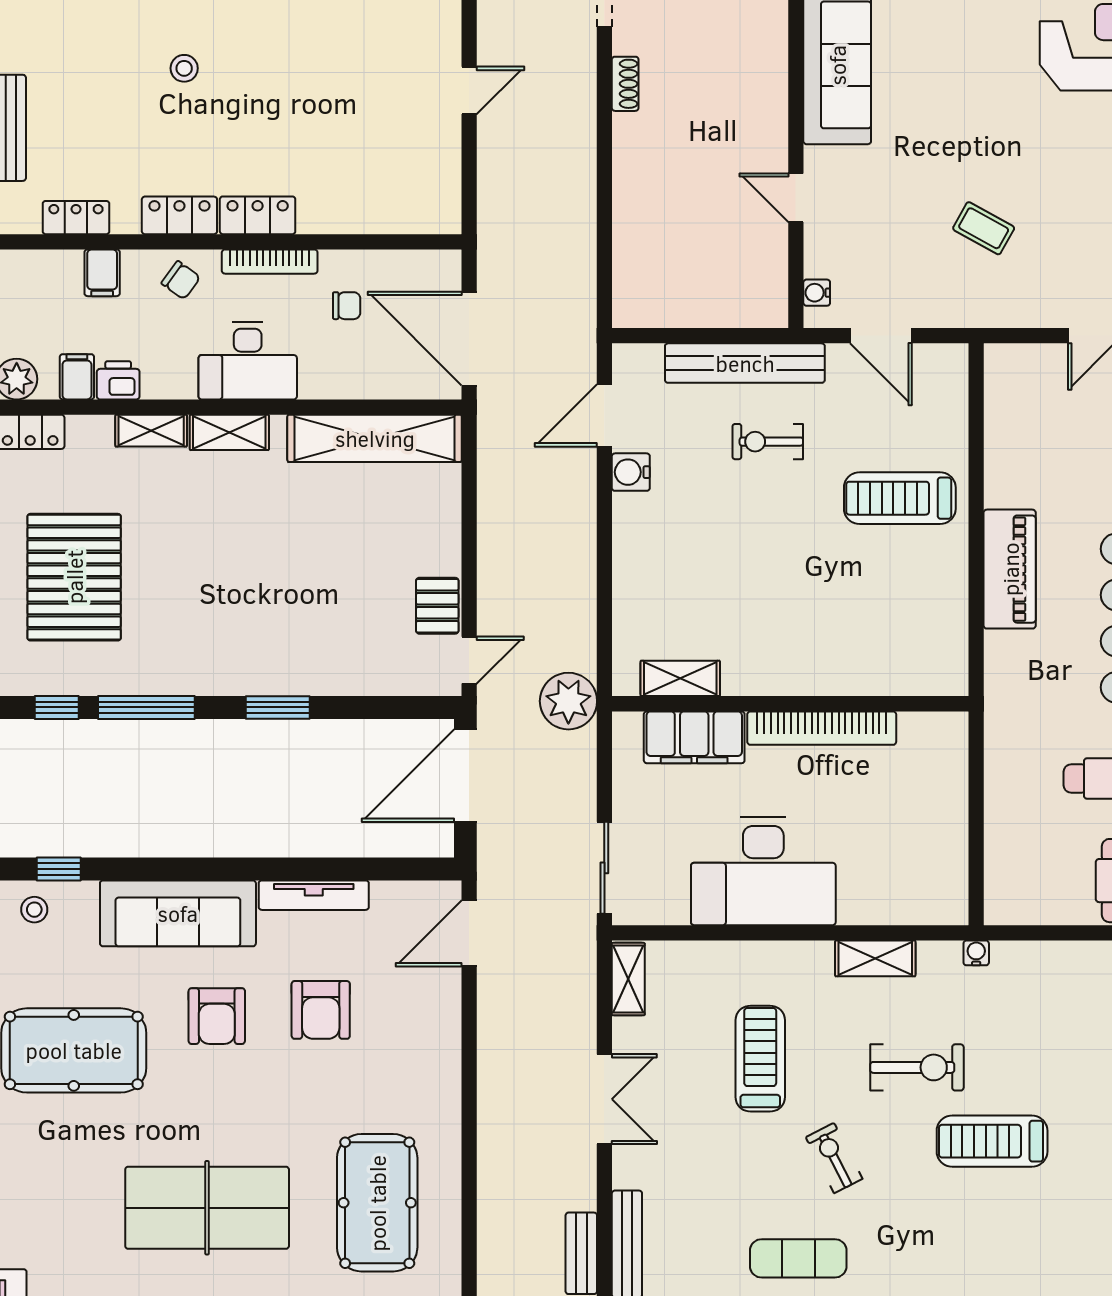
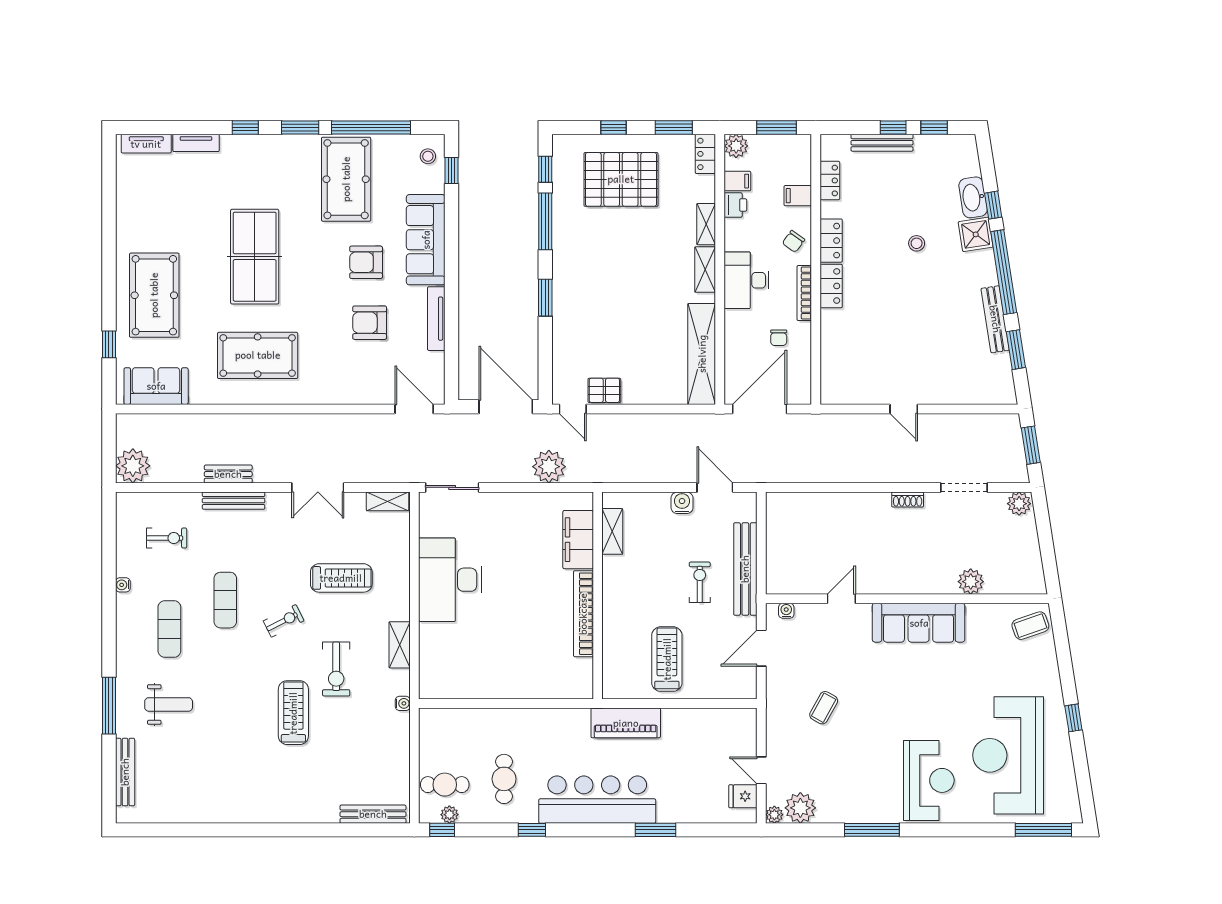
shelving: (680, 678) -> (612, 531), moved
wall: (790, 704) -> (598, 595), moved
bookcase: (822, 728) -> (583, 614), moved
filing cabinet: (694, 737) -> (578, 540), moved

